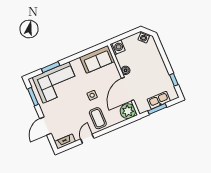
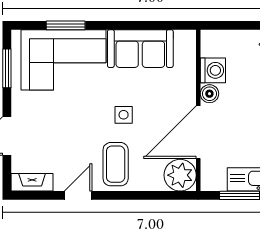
washing machine: (118, 47) -> (213, 70), moved
sofa: (97, 59) -> (140, 49), moved

